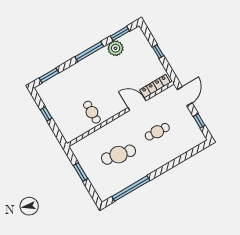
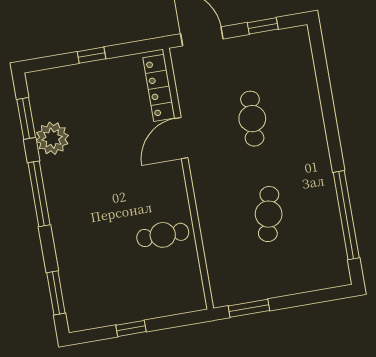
cafe table: (119, 155) -> (269, 214), width x0.73, depth x0.74
window: (80, 172) -> (249, 308), moved

